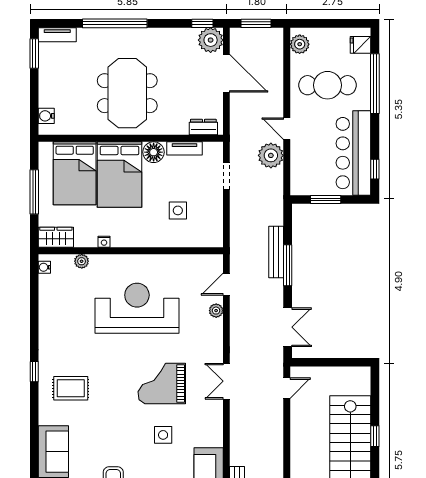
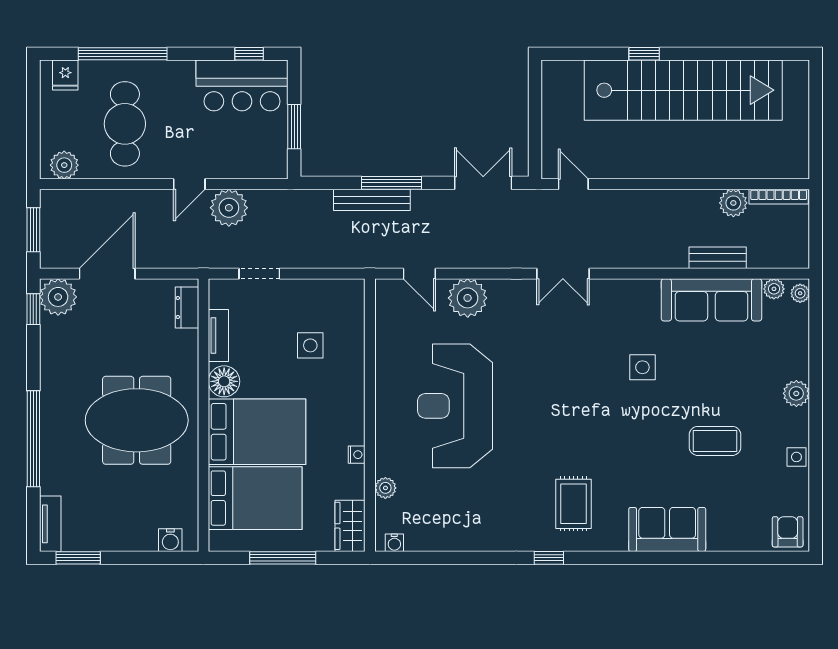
bar counter: (353, 153) -> (242, 85), width x0.73
plant: (216, 311) -> (468, 298), width x1.88, depth x1.88
grand piano: (162, 384) -> (566, 369), removed

